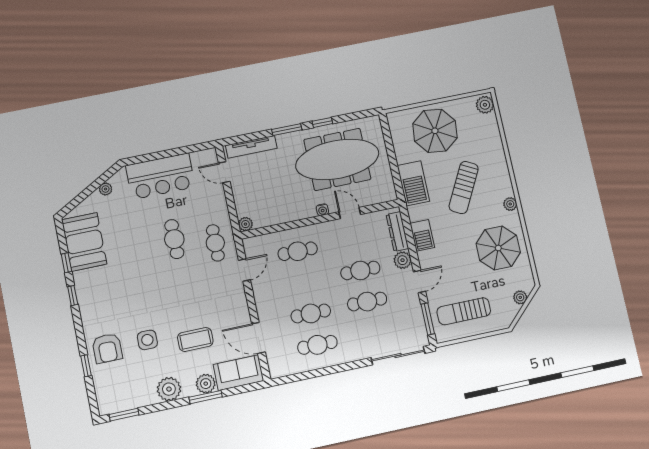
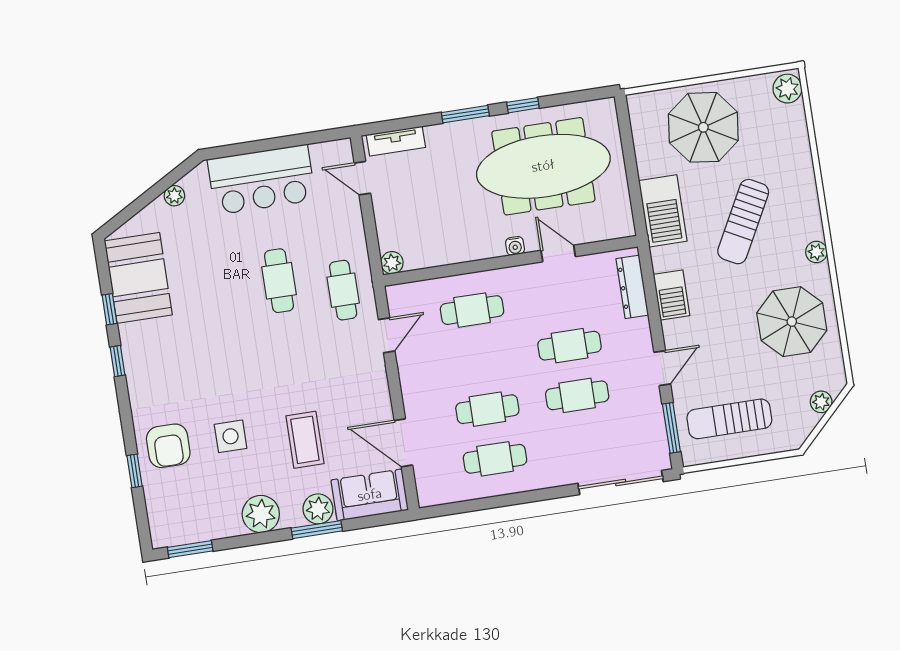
tv unit: (251, 147) -> (396, 141), width x0.71
plant: (403, 260) -> (637, 333), removed
coffee table: (195, 339) -> (305, 440), turned 90

